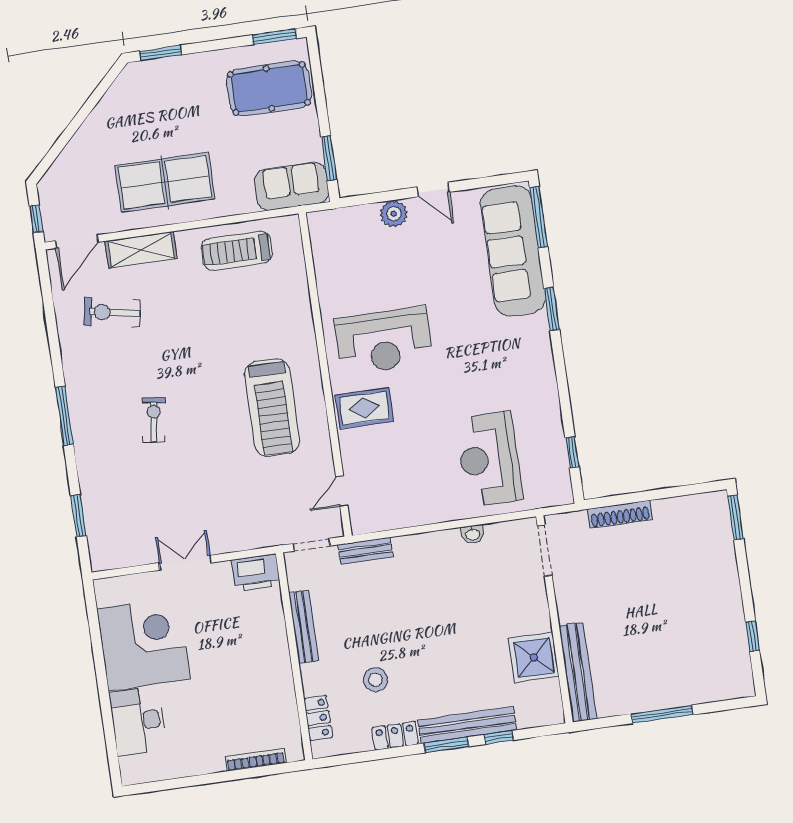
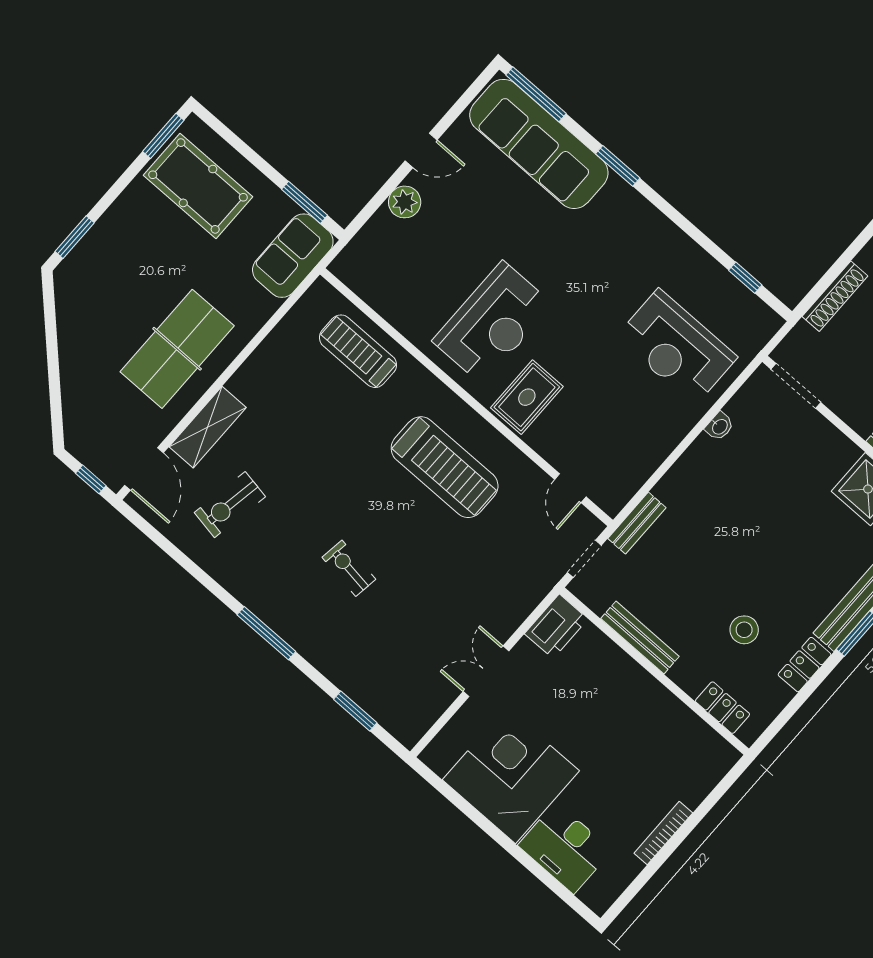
pool table: (269, 88) -> (198, 186), turned 90
treadmill: (237, 251) -> (358, 351), moved, turned 90
bookcase: (256, 760) -> (663, 833), moved

